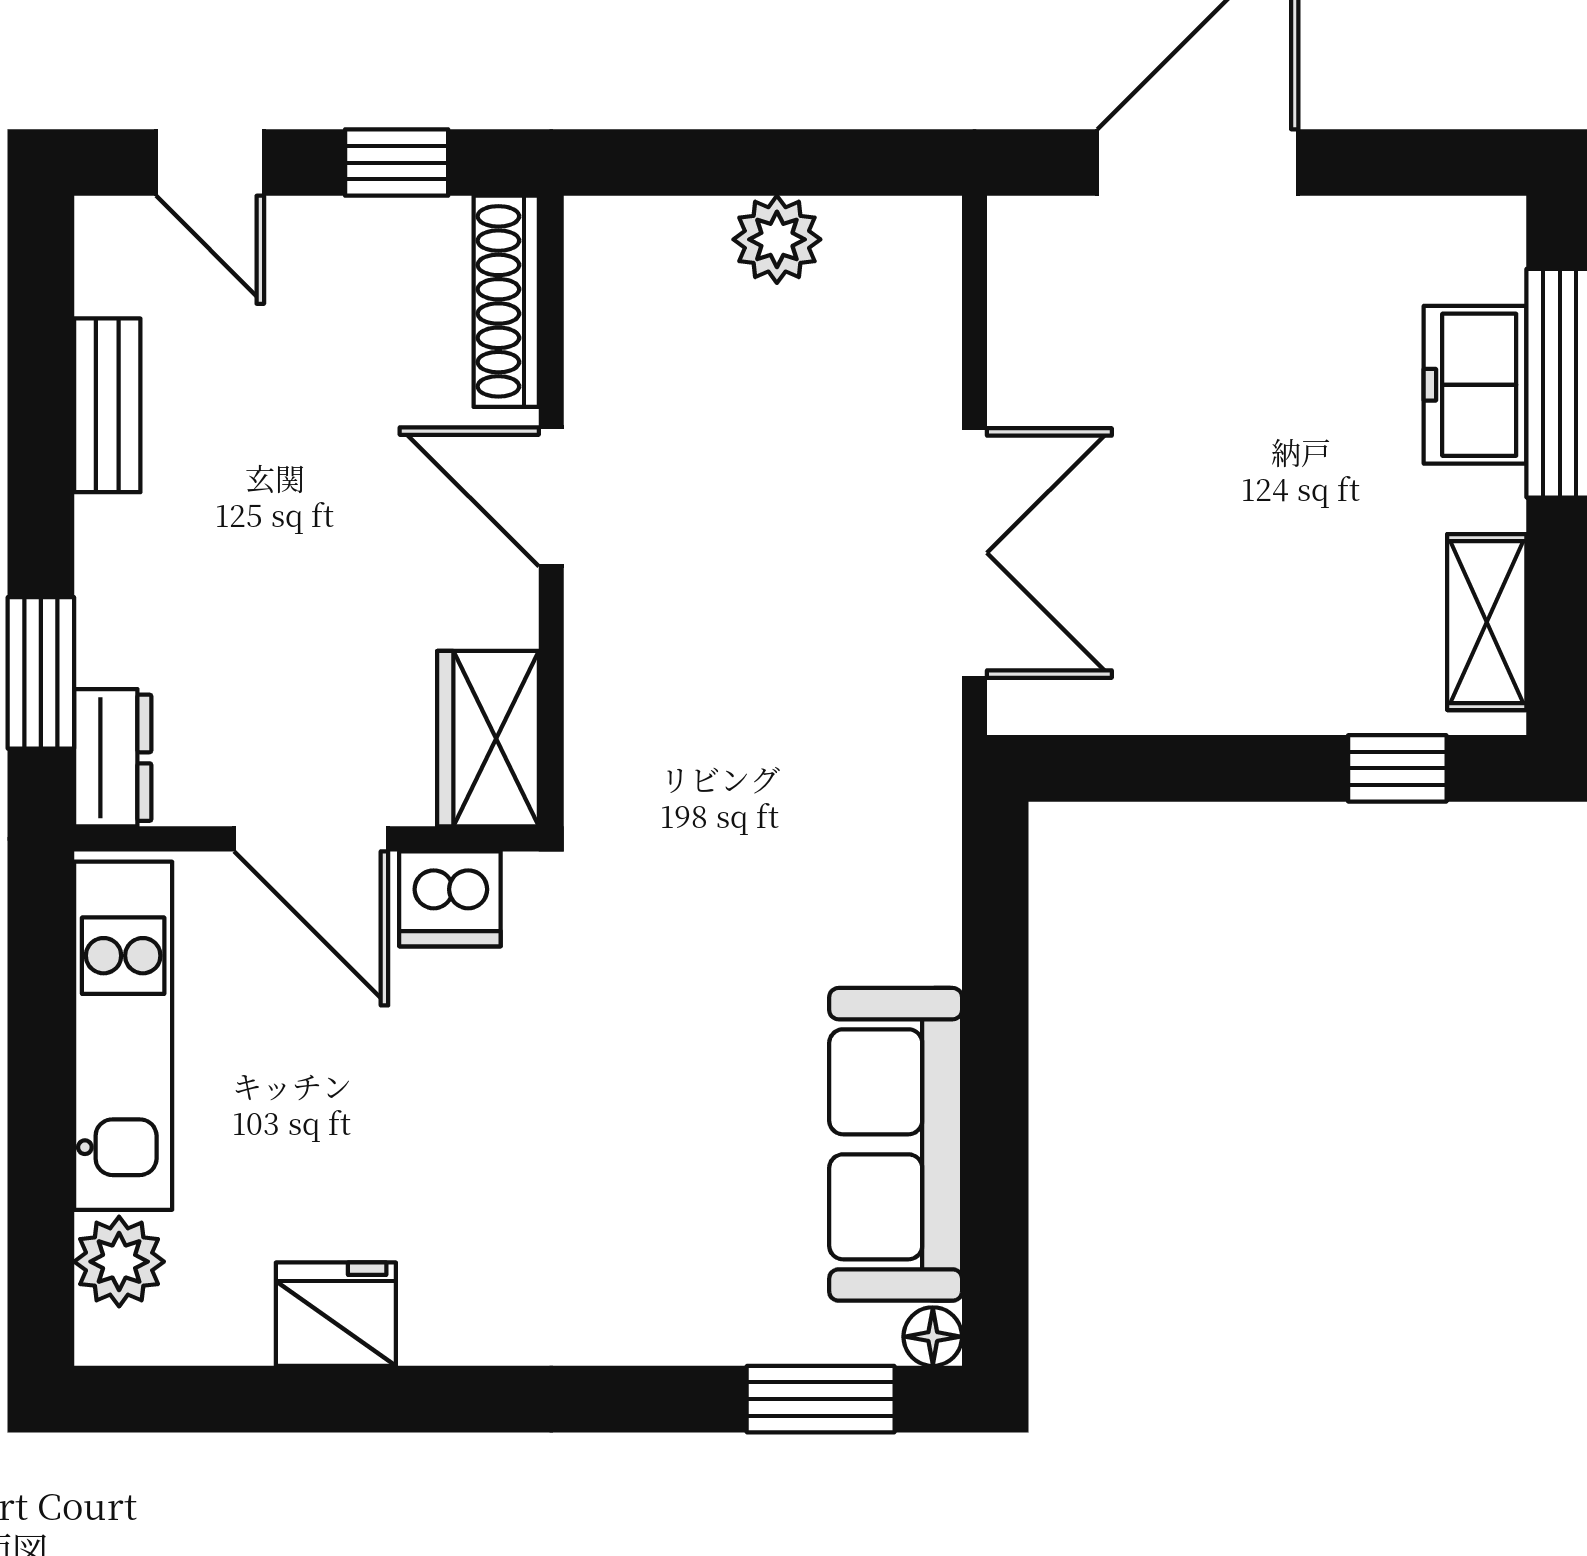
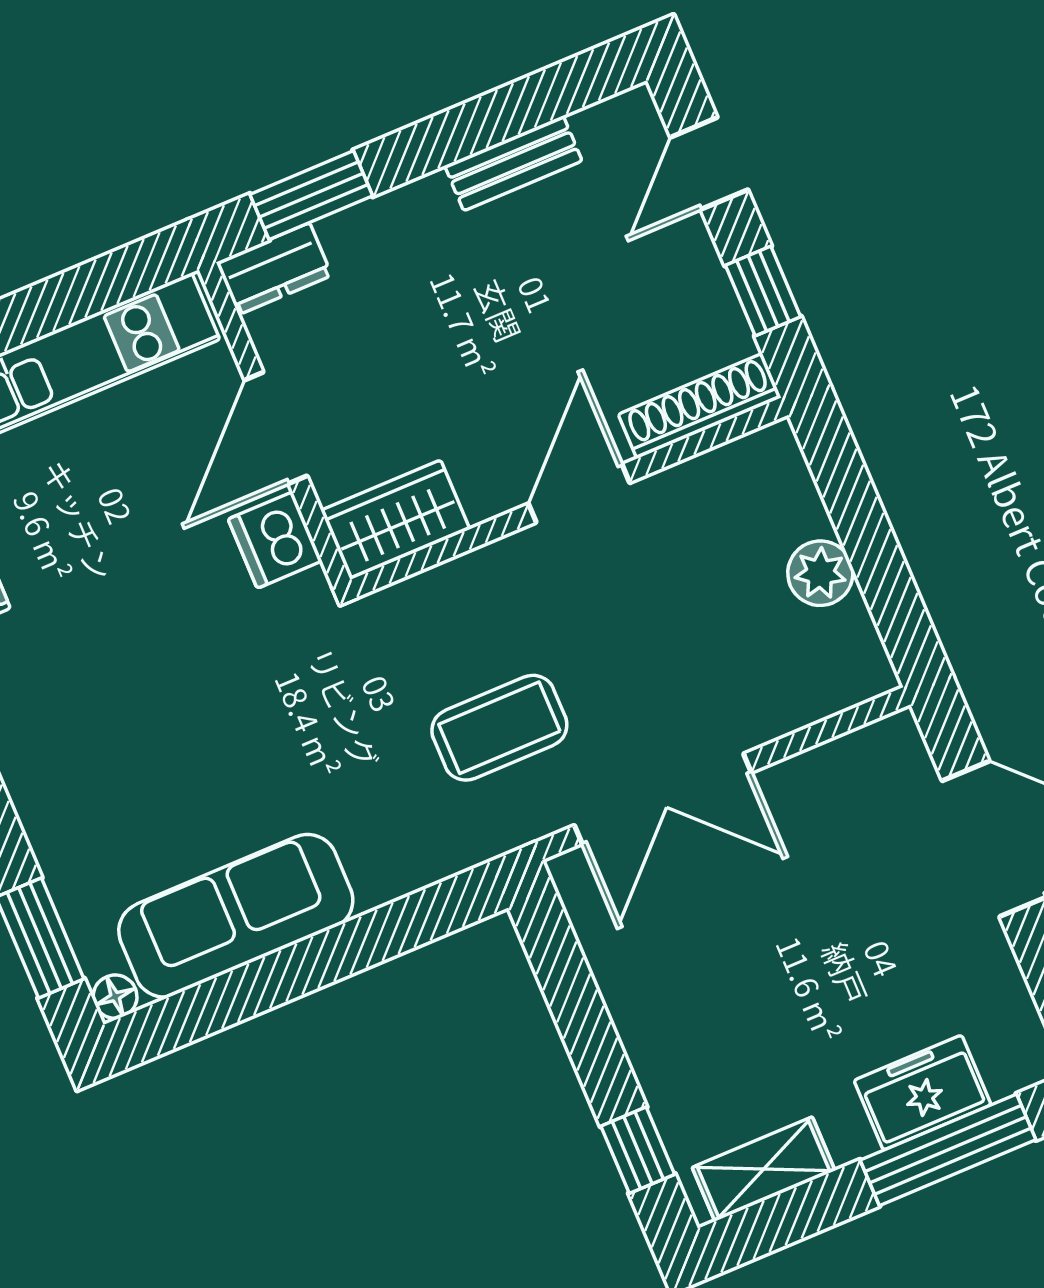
coffee table: (801, 719) -> (499, 728), added

